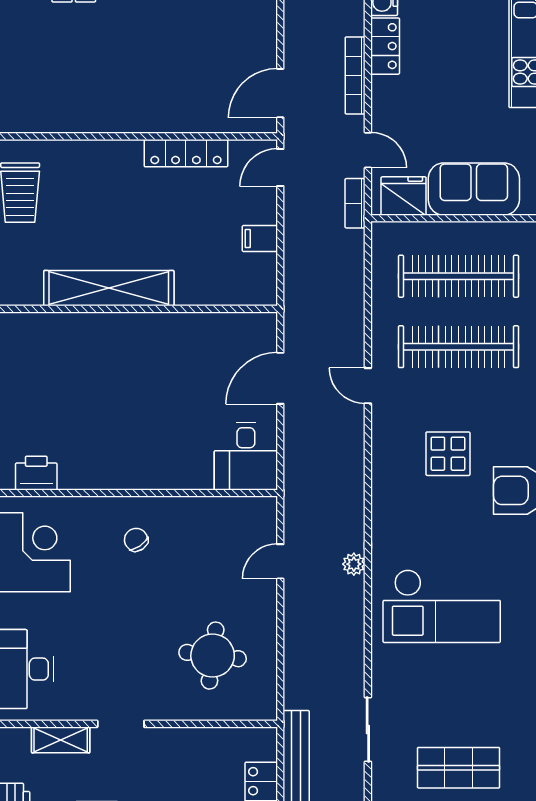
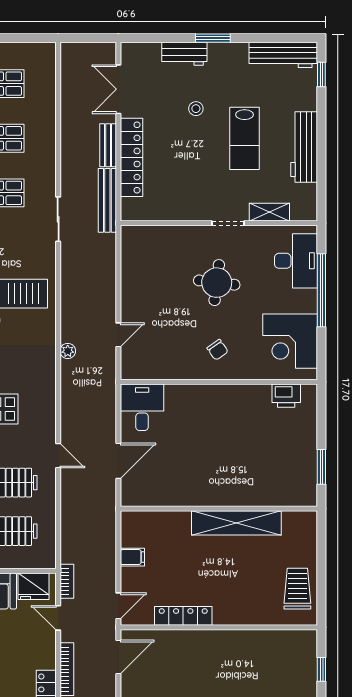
plant: (354, 564) -> (68, 351), moved
round table: (213, 656) -> (217, 283), moved

